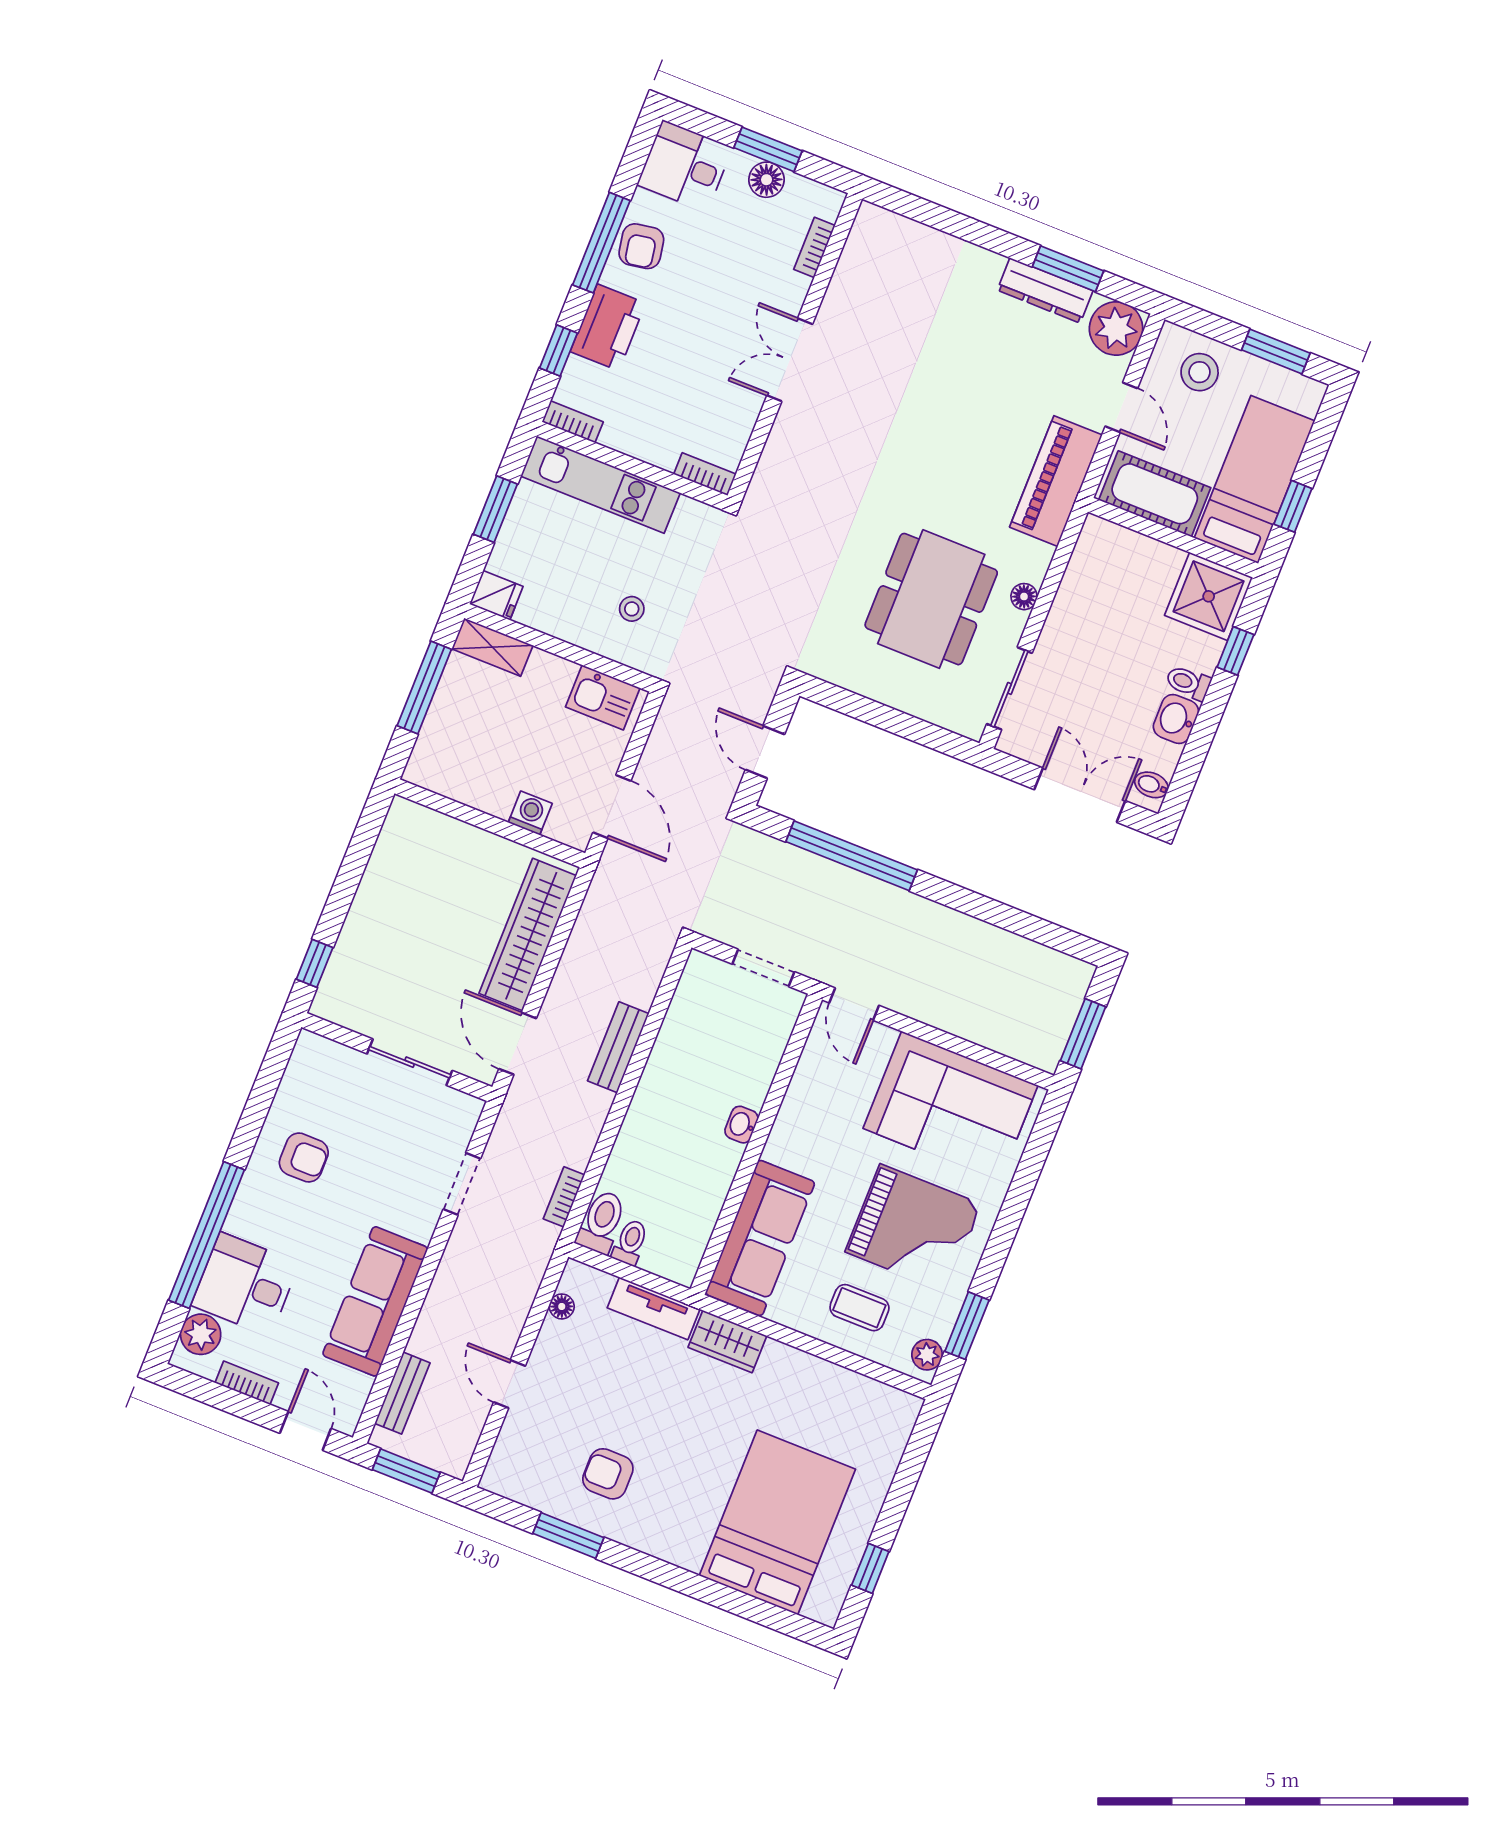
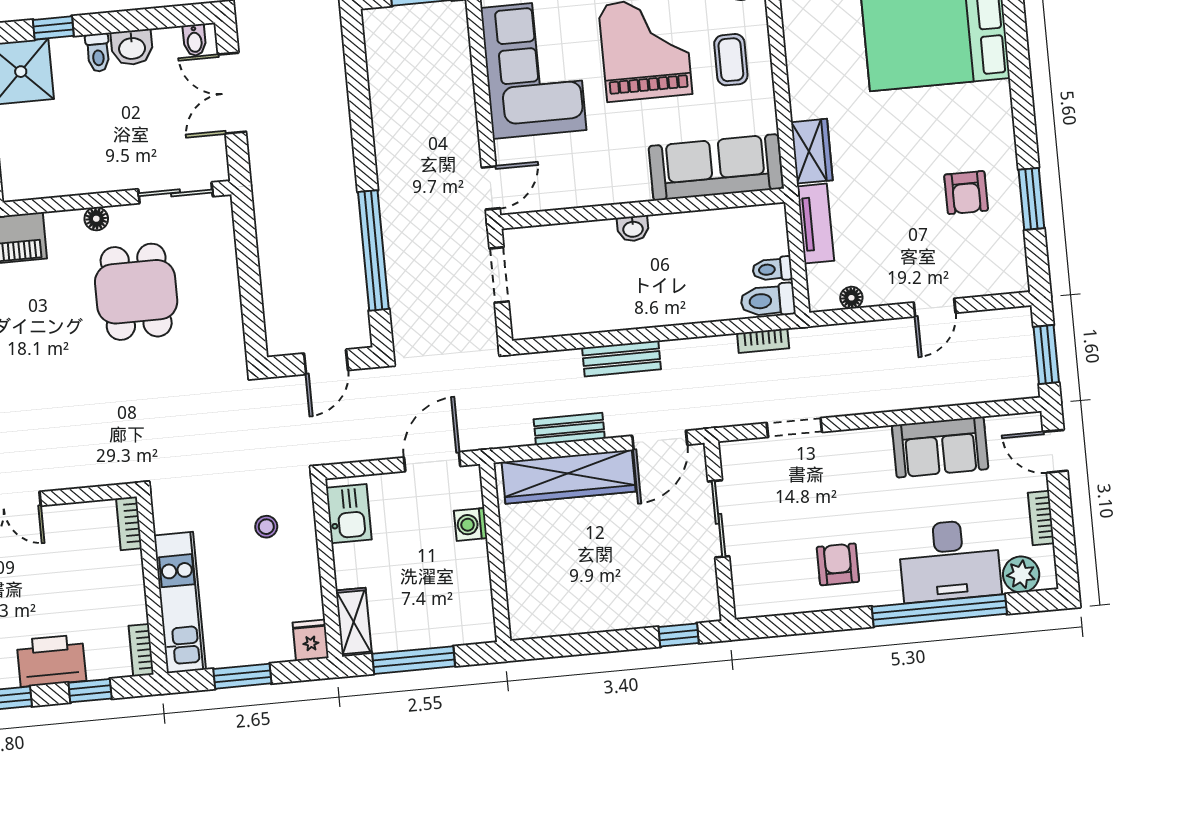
dining table: (931, 599) -> (136, 292), width x0.73
desk: (245, 1284) -> (950, 561), width x1.37
sofa: (375, 1301) -> (940, 447), width x0.73
bench: (402, 1393) -> (569, 429), moved
door: (305, 1431) -> (1055, 451), hinge flipped

